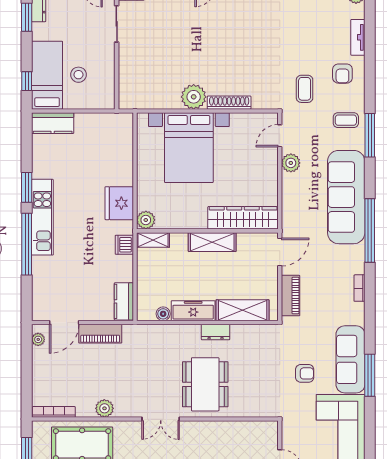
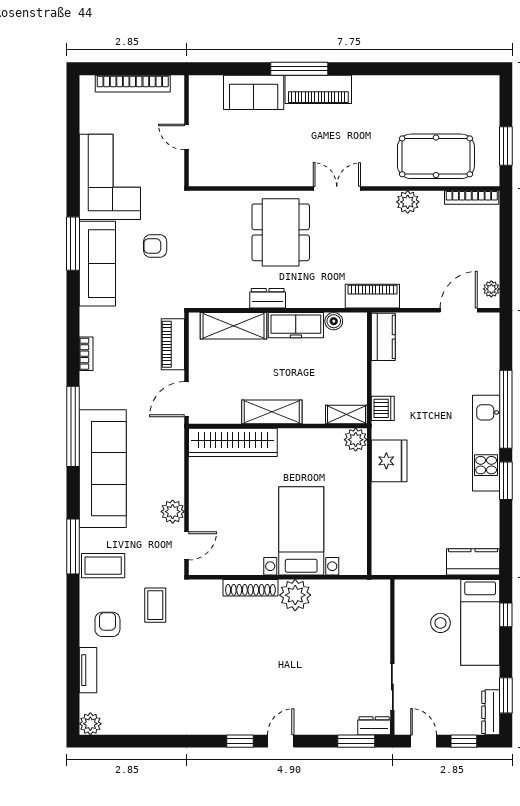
coffee table: (346, 120) -> (103, 566), width x1.36, depth x1.30
bed with nightstands: (189, 148) -> (301, 531), width x0.73
piano: (100, 334) -> (372, 296), moved

